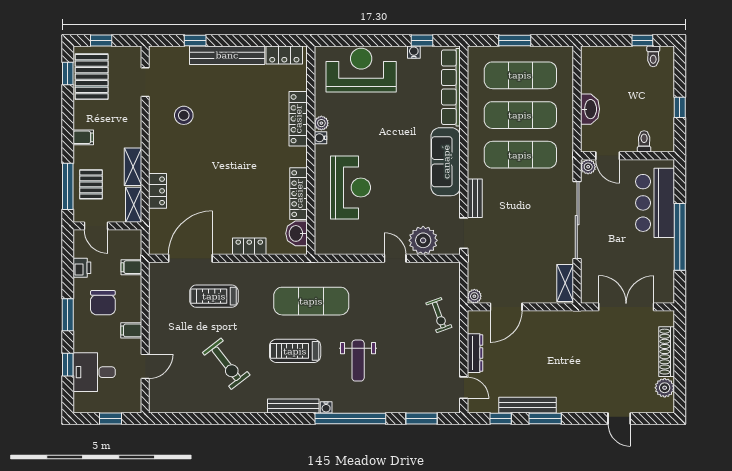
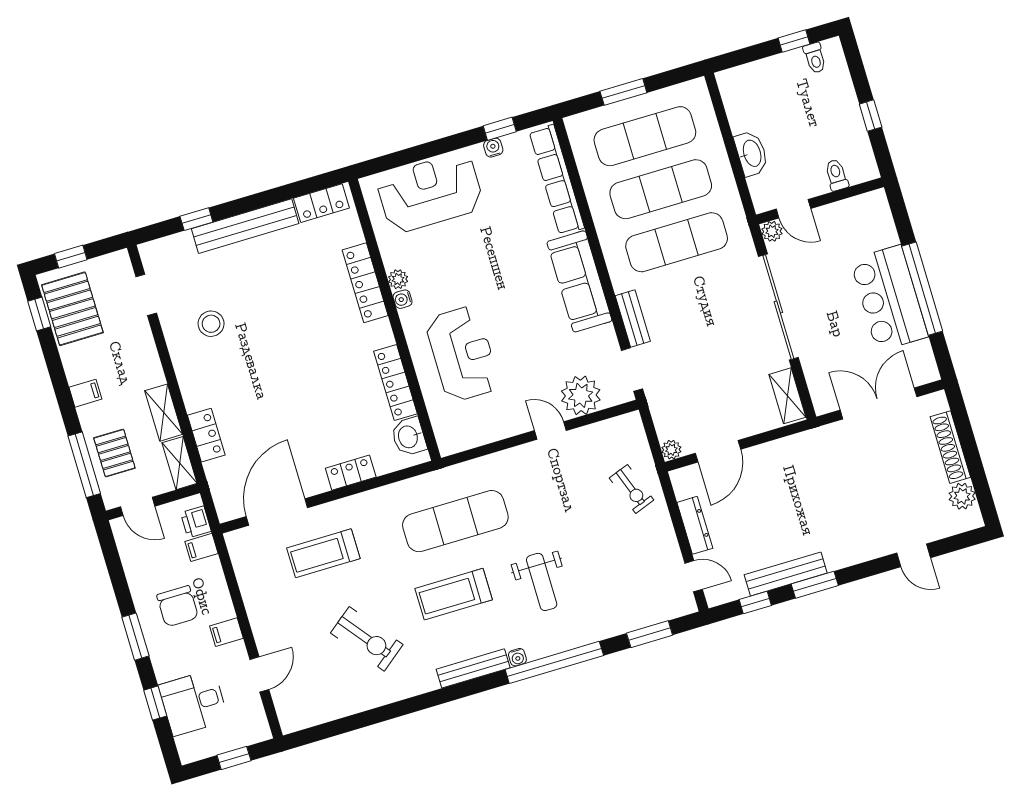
bar counter: (655, 203) -> (889, 298), moved
printer: (82, 268) -> (196, 522), moved, turned 180

